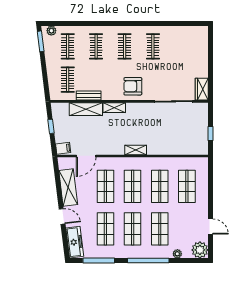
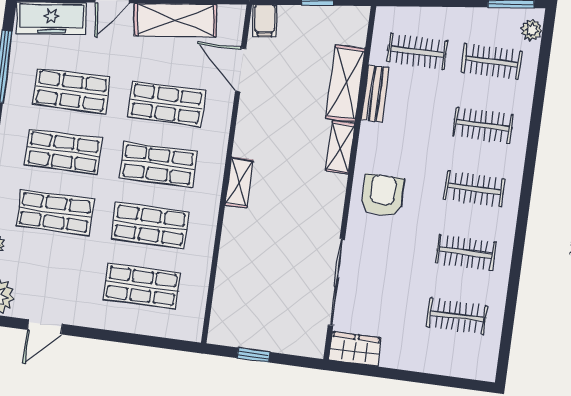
clothes rail: (181, 46) -> (457, 316), added

